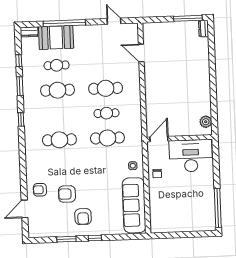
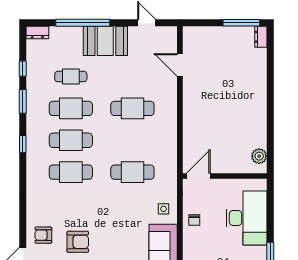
booth: (56, 37) -> (105, 41), moved
cafe table: (107, 113) -> (71, 140), moved, width x1.37, depth x1.35
desk: (191, 156) -> (246, 218), moved, turned 90
armchair: (67, 194) -> (78, 242), turned 180

